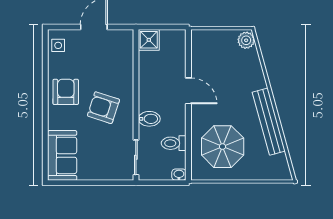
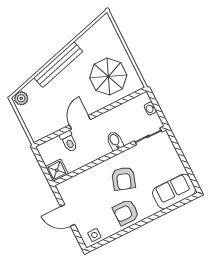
bench: (269, 122) -> (58, 65), moved
toilet: (174, 143) -> (69, 141), moved
washbasin: (179, 175) -> (150, 108), moved

